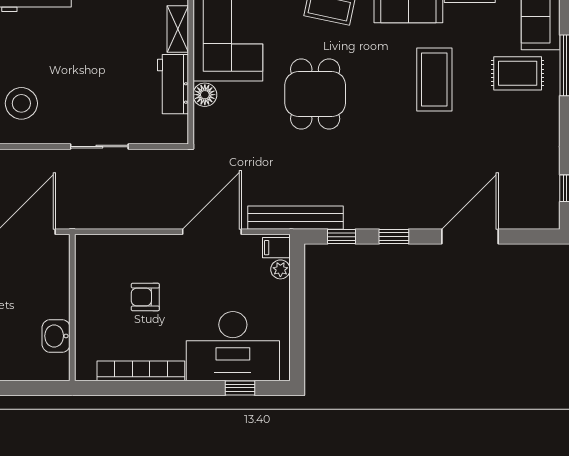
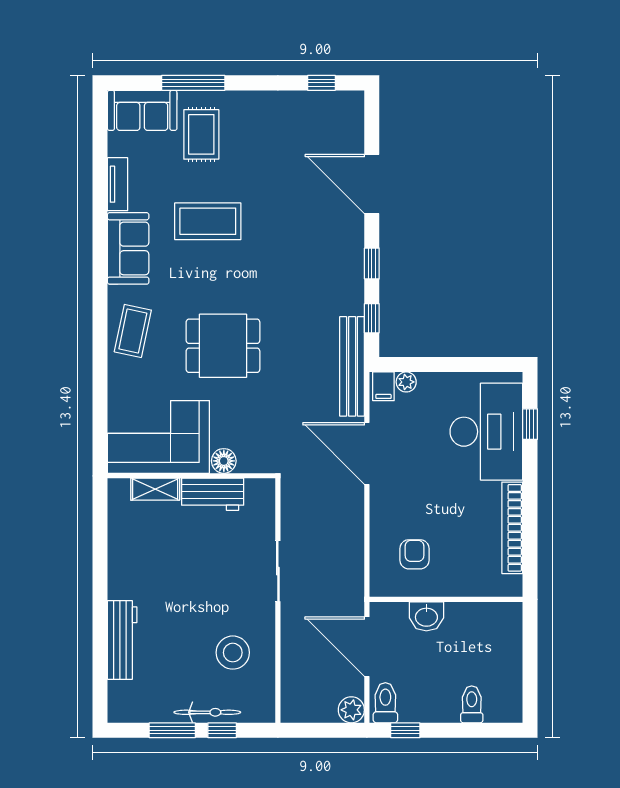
armchair: (145, 297) -> (414, 554), moved, turned 180
washbasin: (56, 336) -> (426, 616), moved

